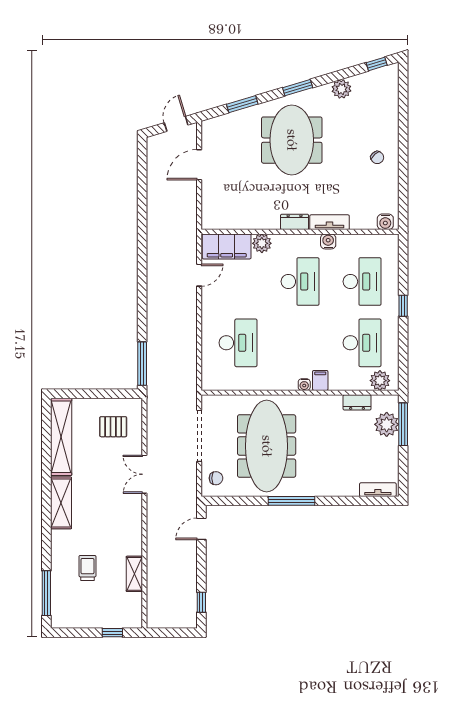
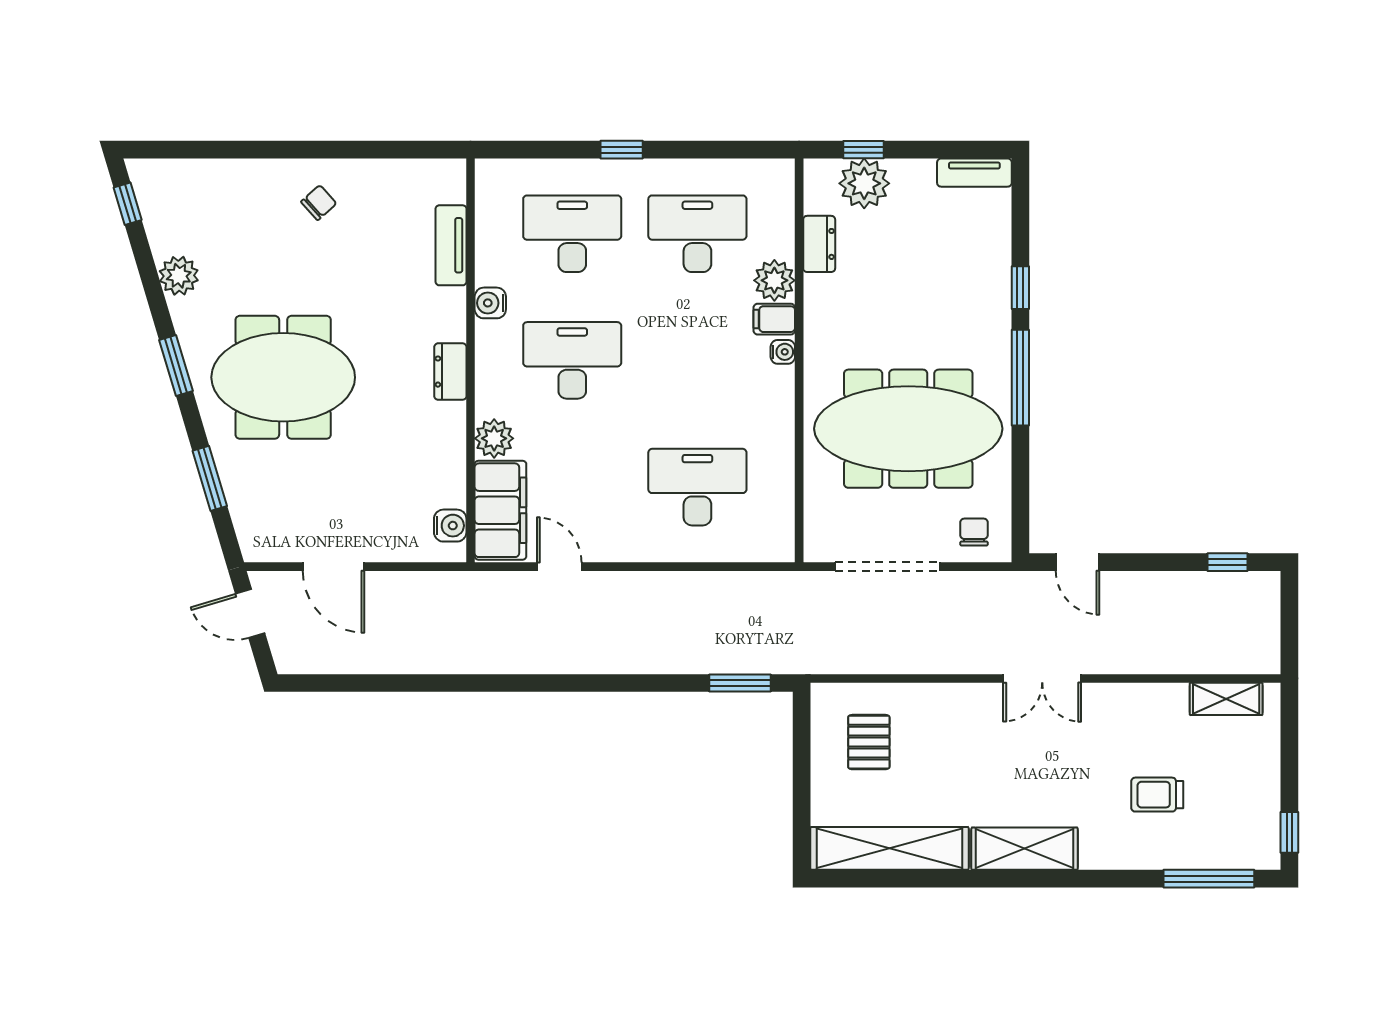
tv unit: (329, 222) -> (451, 245), moved
water cooler: (385, 222) -> (450, 526), moved
window: (142, 364) -> (740, 683), width x0.69
plant: (380, 381) -> (774, 280), moved
window: (403, 424) -> (864, 150), width x0.46
double door: (144, 474) -> (1042, 678), moved
tv unit: (378, 490) -> (974, 173), moved, turned -90
window: (336, 501) -> (1020, 288), added
shelving: (134, 574) -> (1226, 699), moved
window: (112, 633) -> (1289, 832), moved

